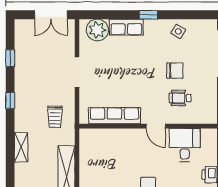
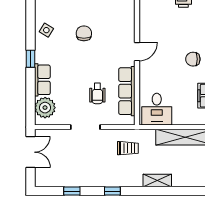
wheelchair: (180, 98) -> (97, 93), moved
desk: (185, 145) -> (157, 109), moved, turned -90

